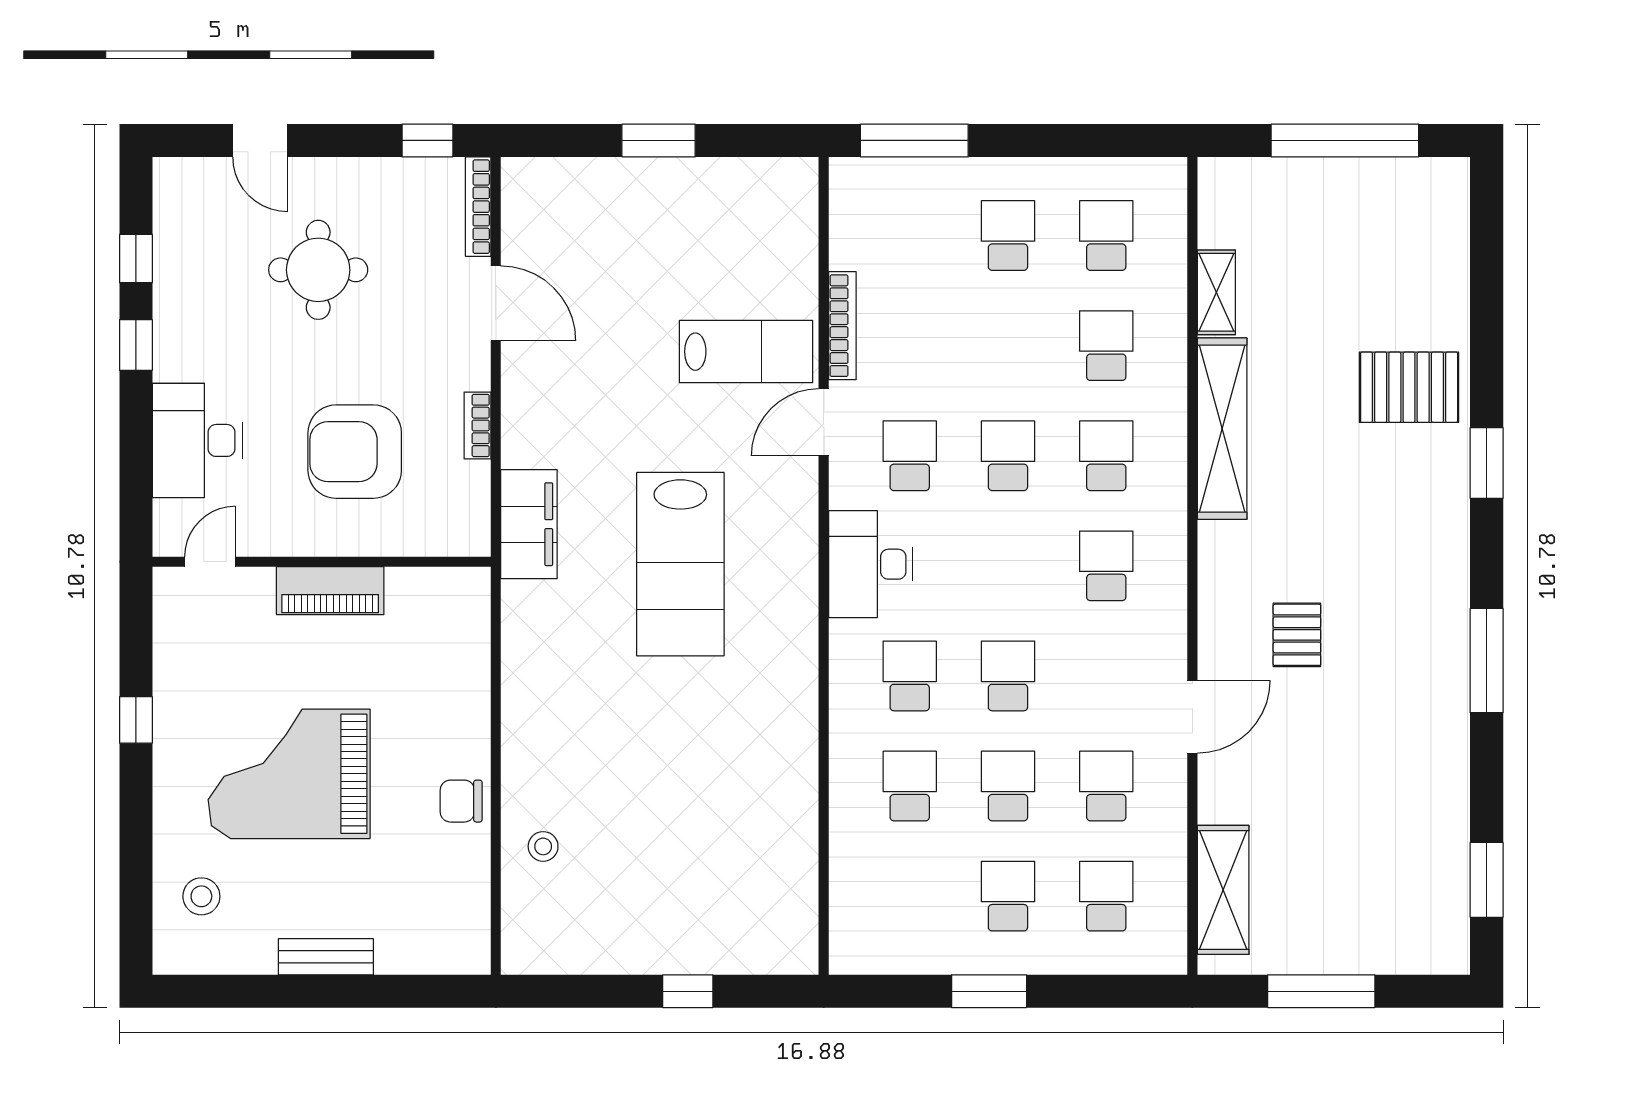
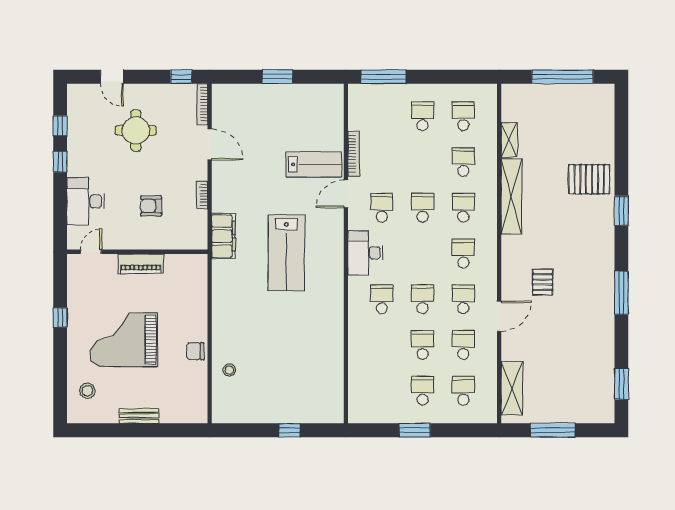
armchair: (355, 452) -> (151, 206), width x0.53, depth x0.53
school desk: (910, 786) -> (463, 299), moved

